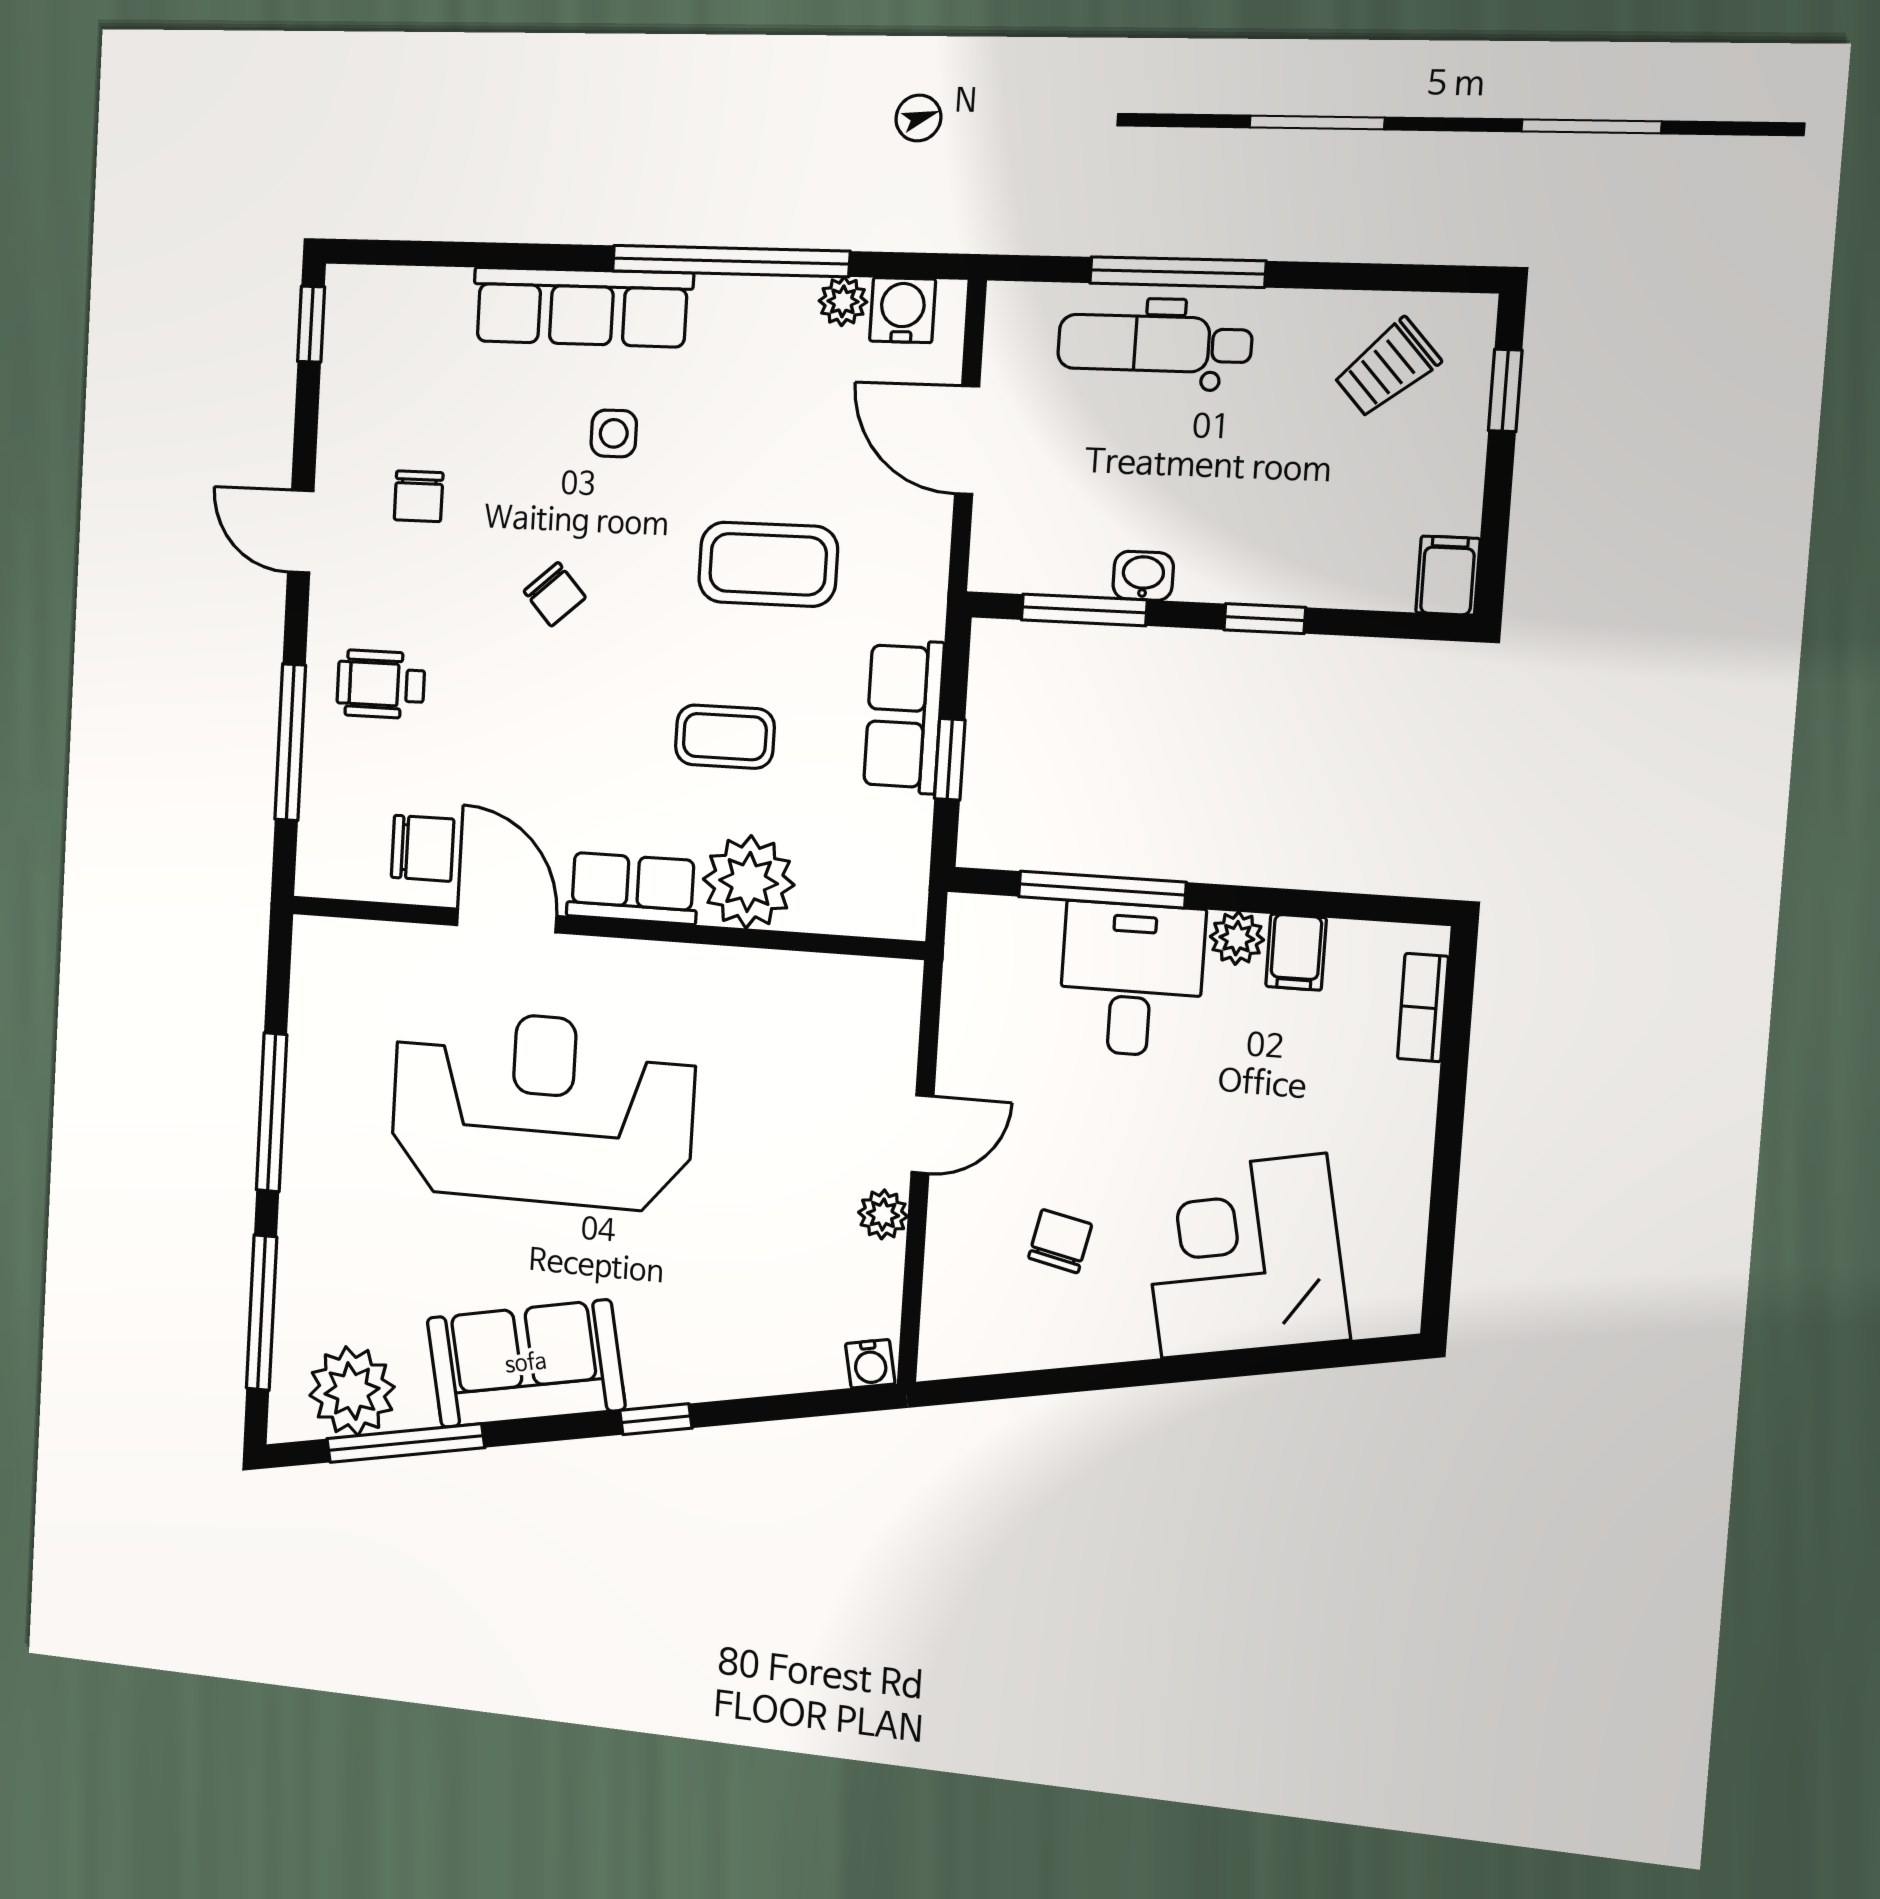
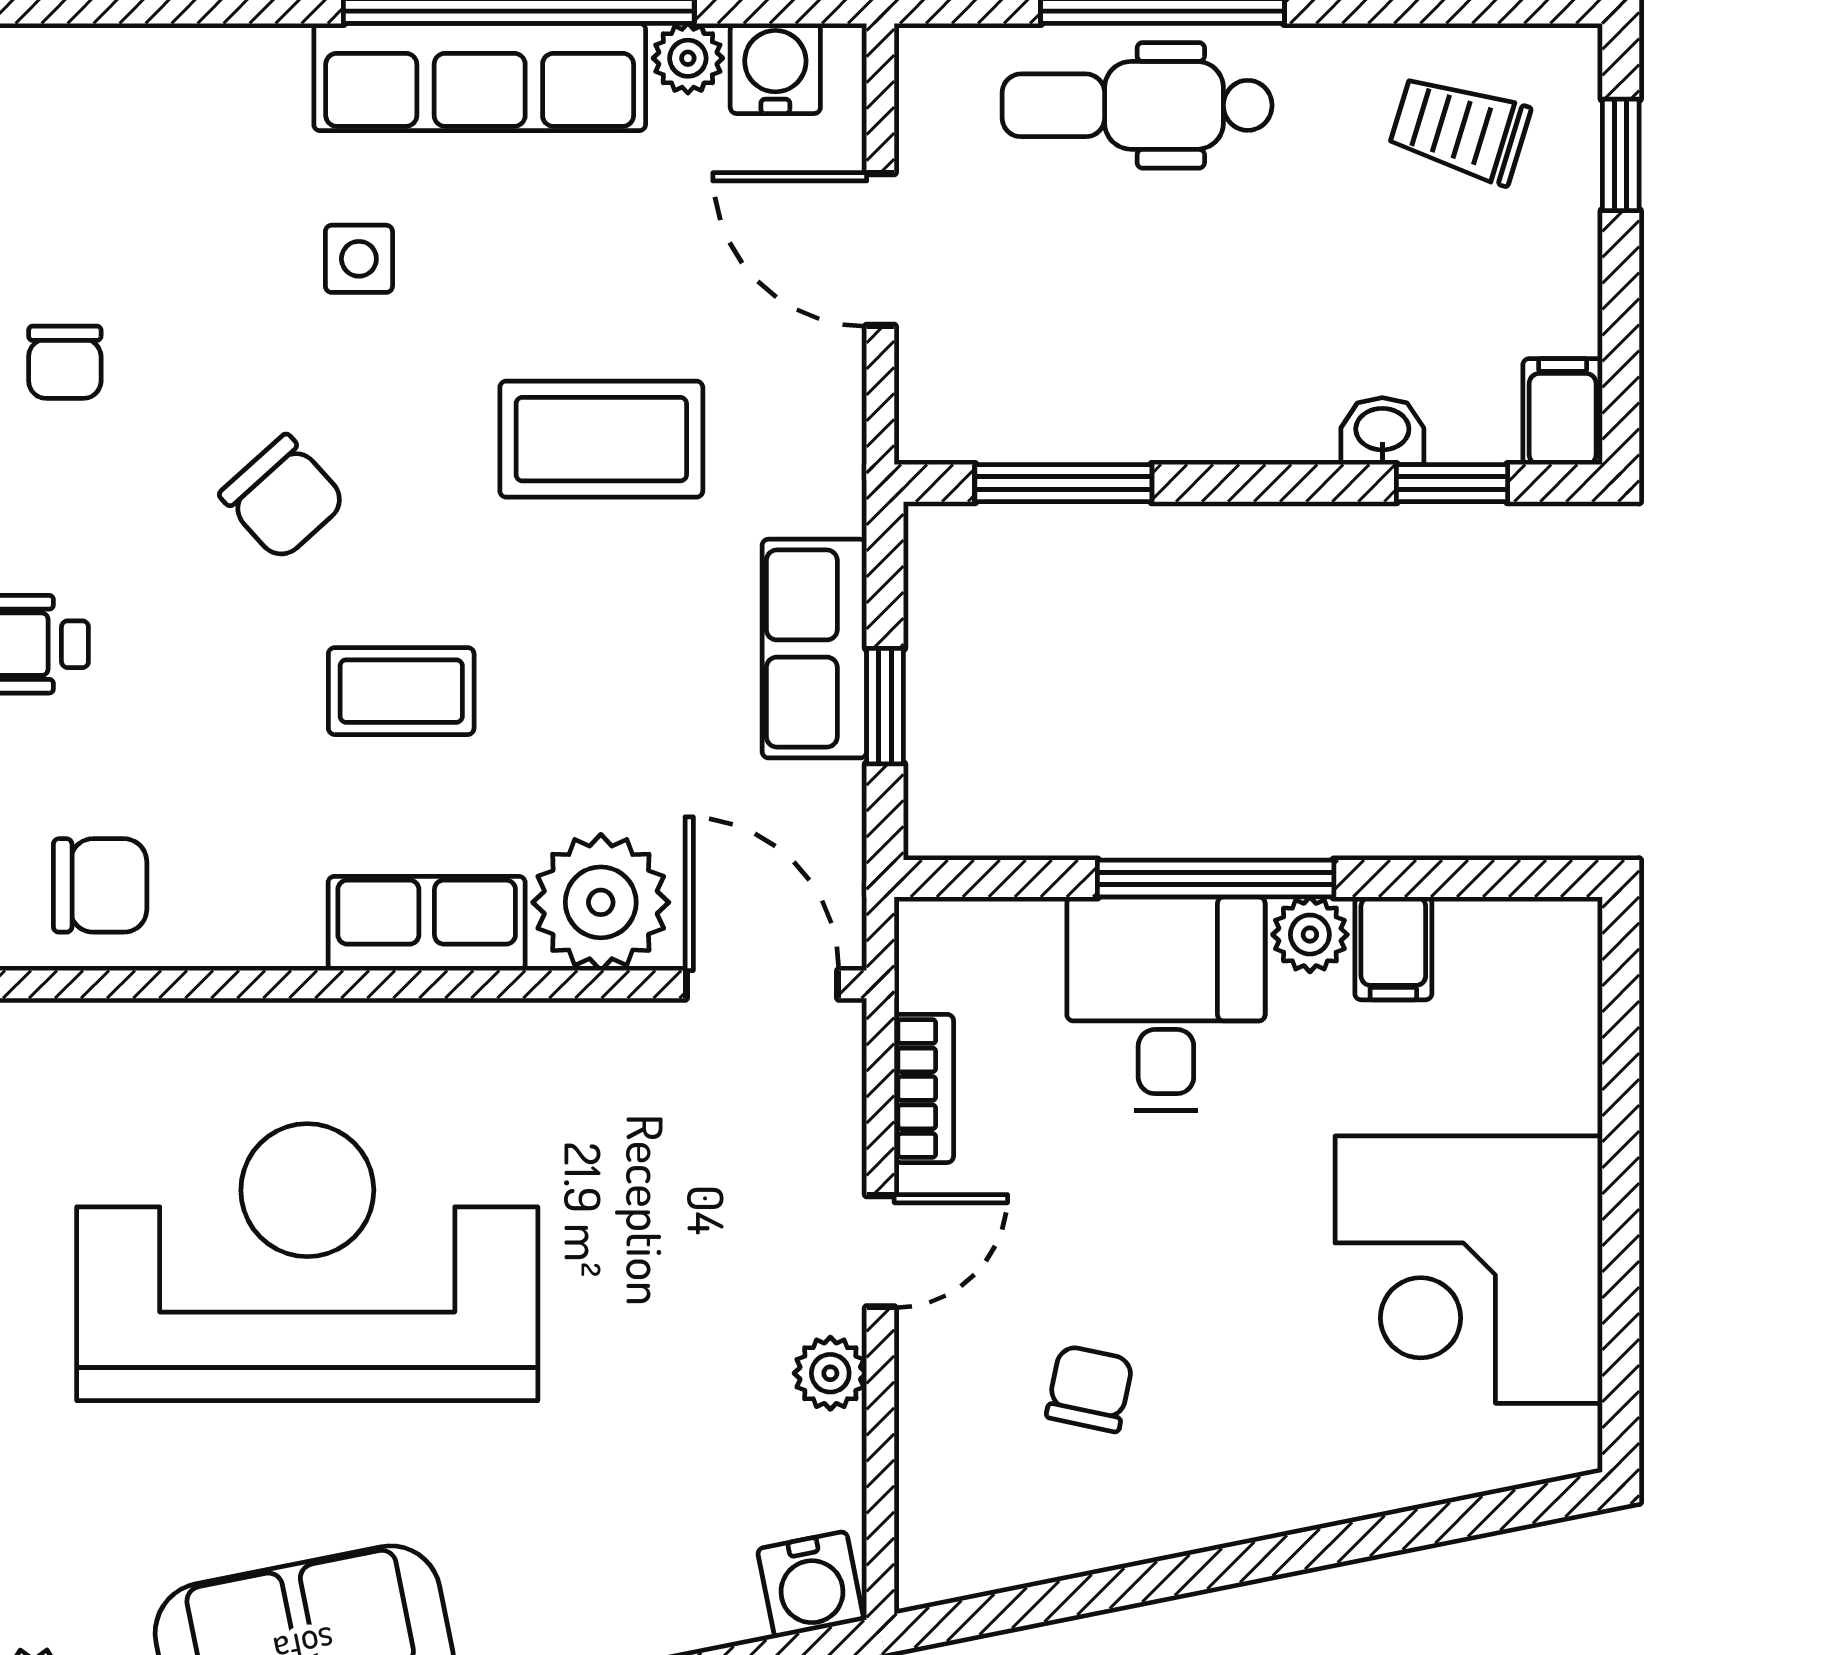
row of seats: (582, 307) -> (480, 77), moved
trolley: (1387, 368) -> (1460, 129), turned 59
washbasin: (1143, 576) -> (1382, 431), moved
chair: (555, 594) -> (283, 498), width x1.37, depth x1.37
window: (1265, 619) -> (1452, 483), moved
coffee table: (725, 737) -> (401, 691), moved
window: (1102, 889) -> (1216, 879), moved
door: (507, 920) -> (762, 984), moved
bookcase: (1423, 1008) -> (924, 1088), moved, turned 180
corner desk: (1244, 1256) -> (1469, 1270), moved, turned -79
water cooler: (870, 1364) -> (811, 1585), width x1.38, depth x1.38

